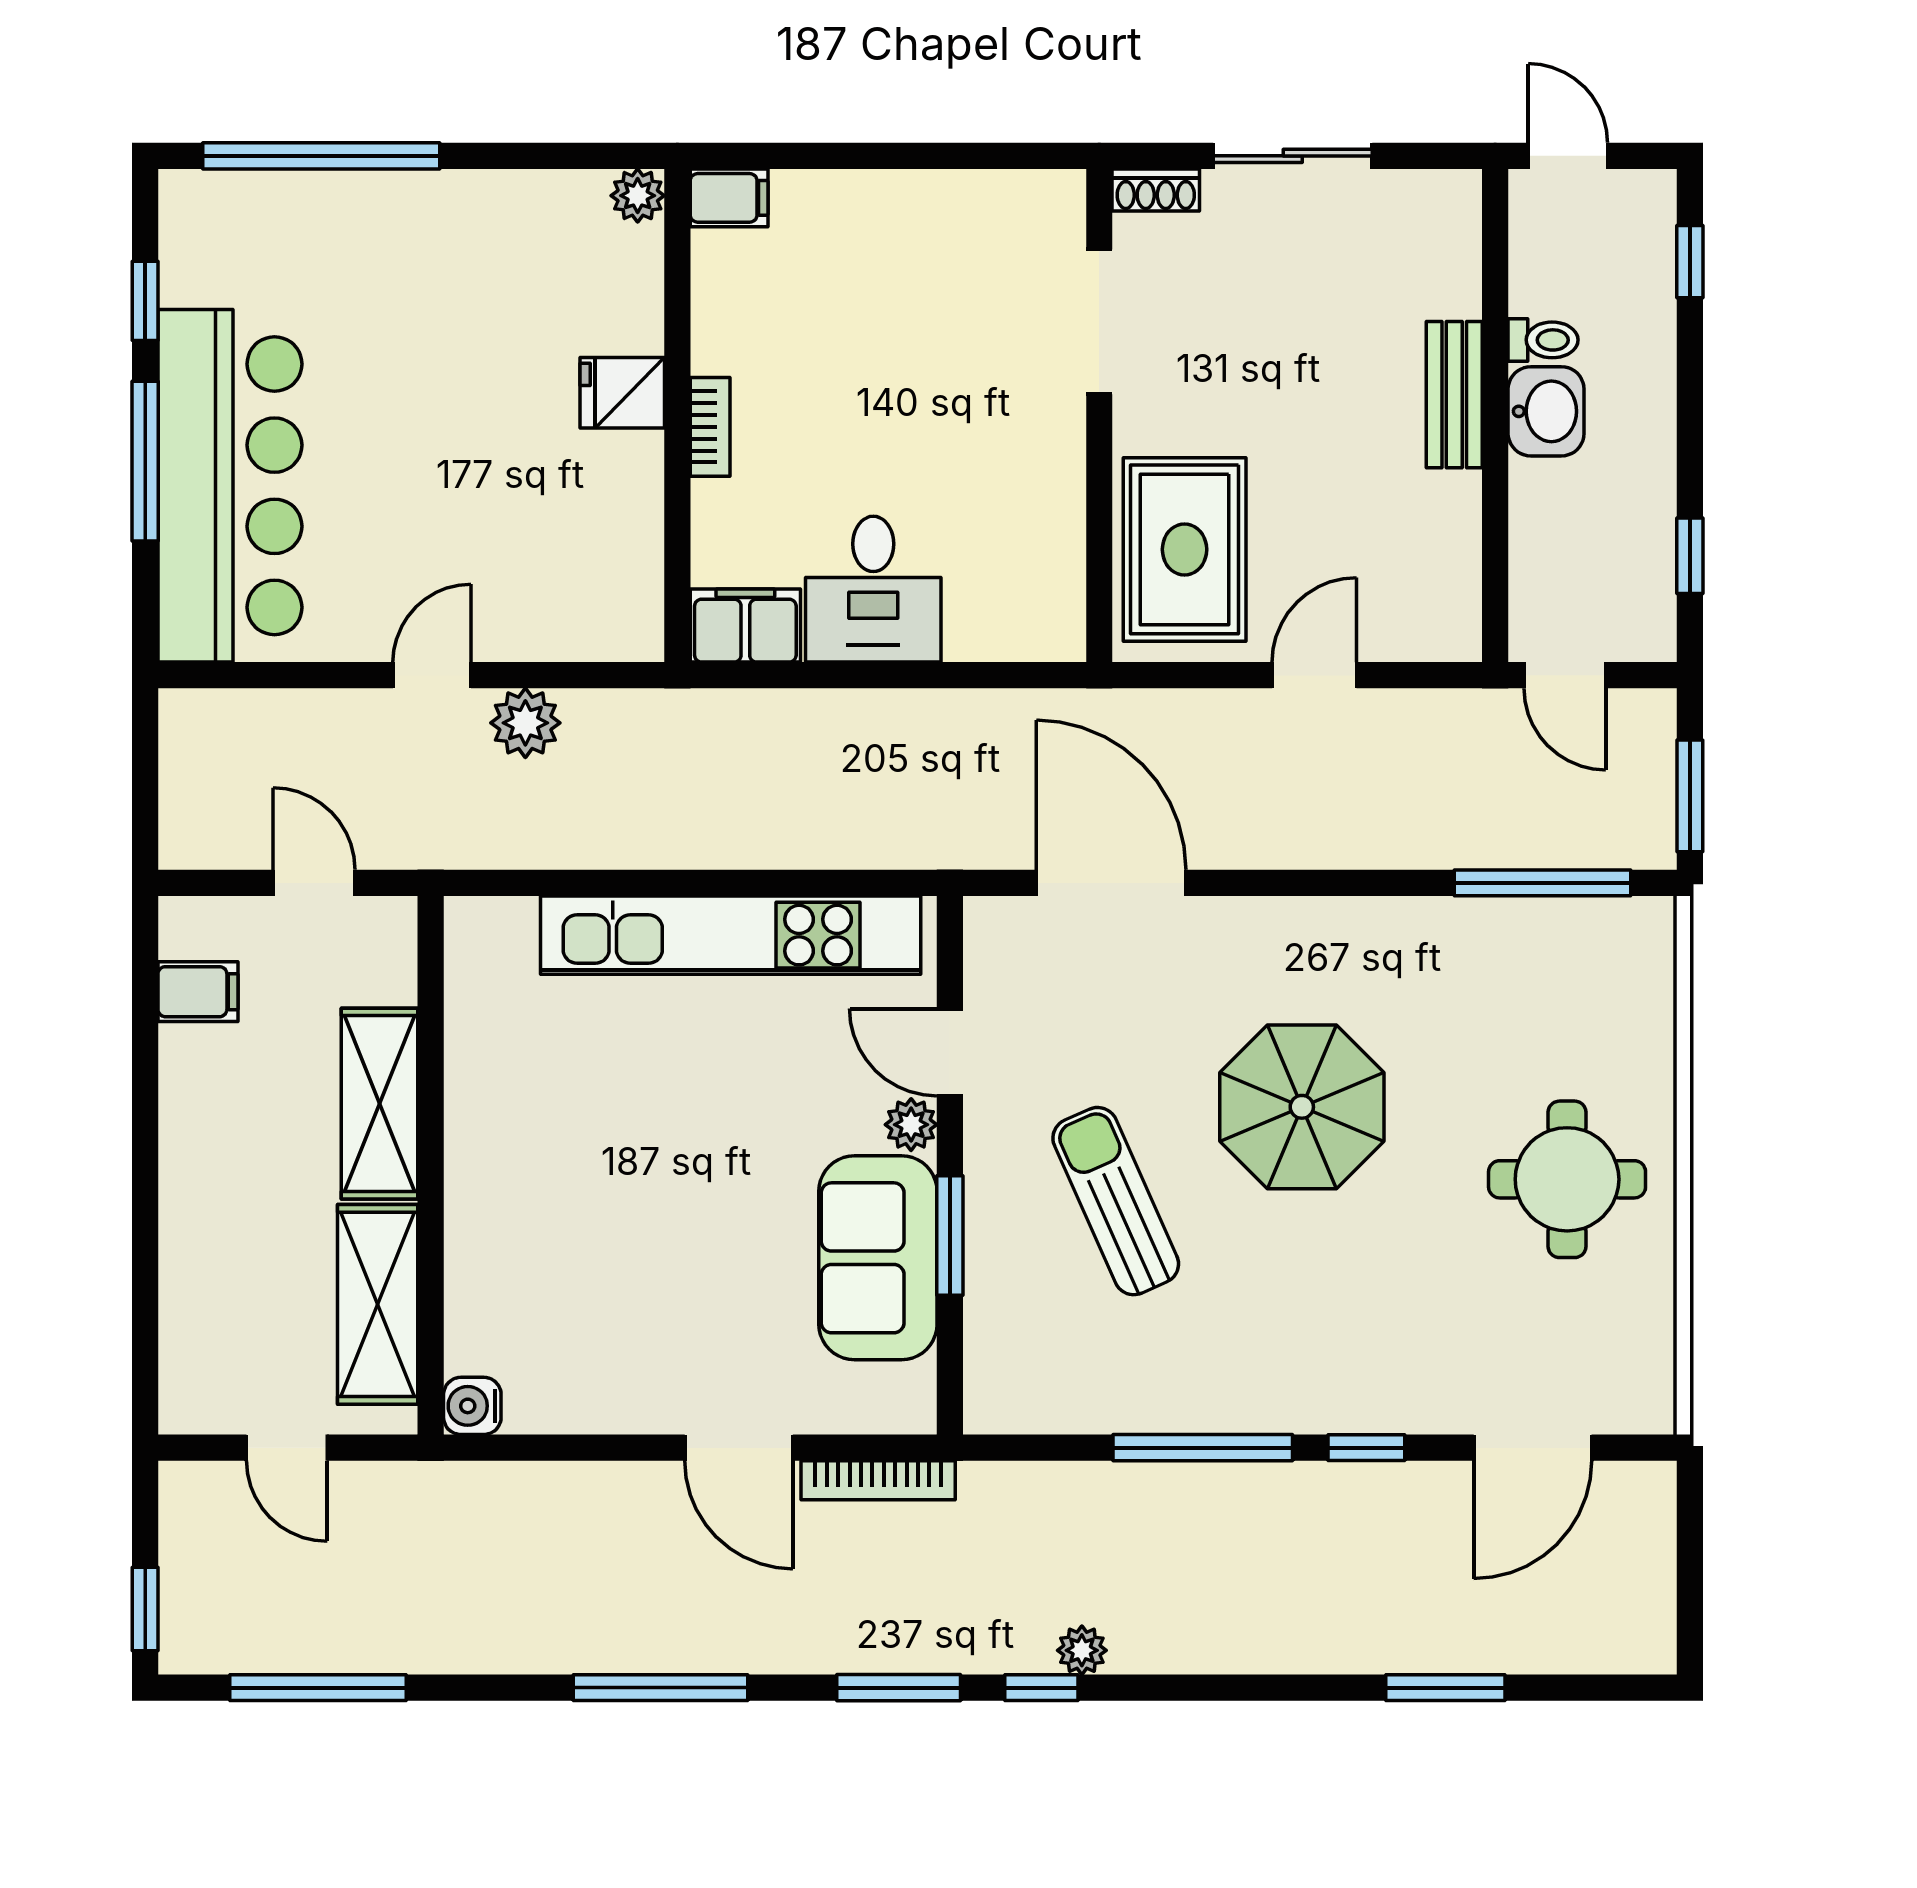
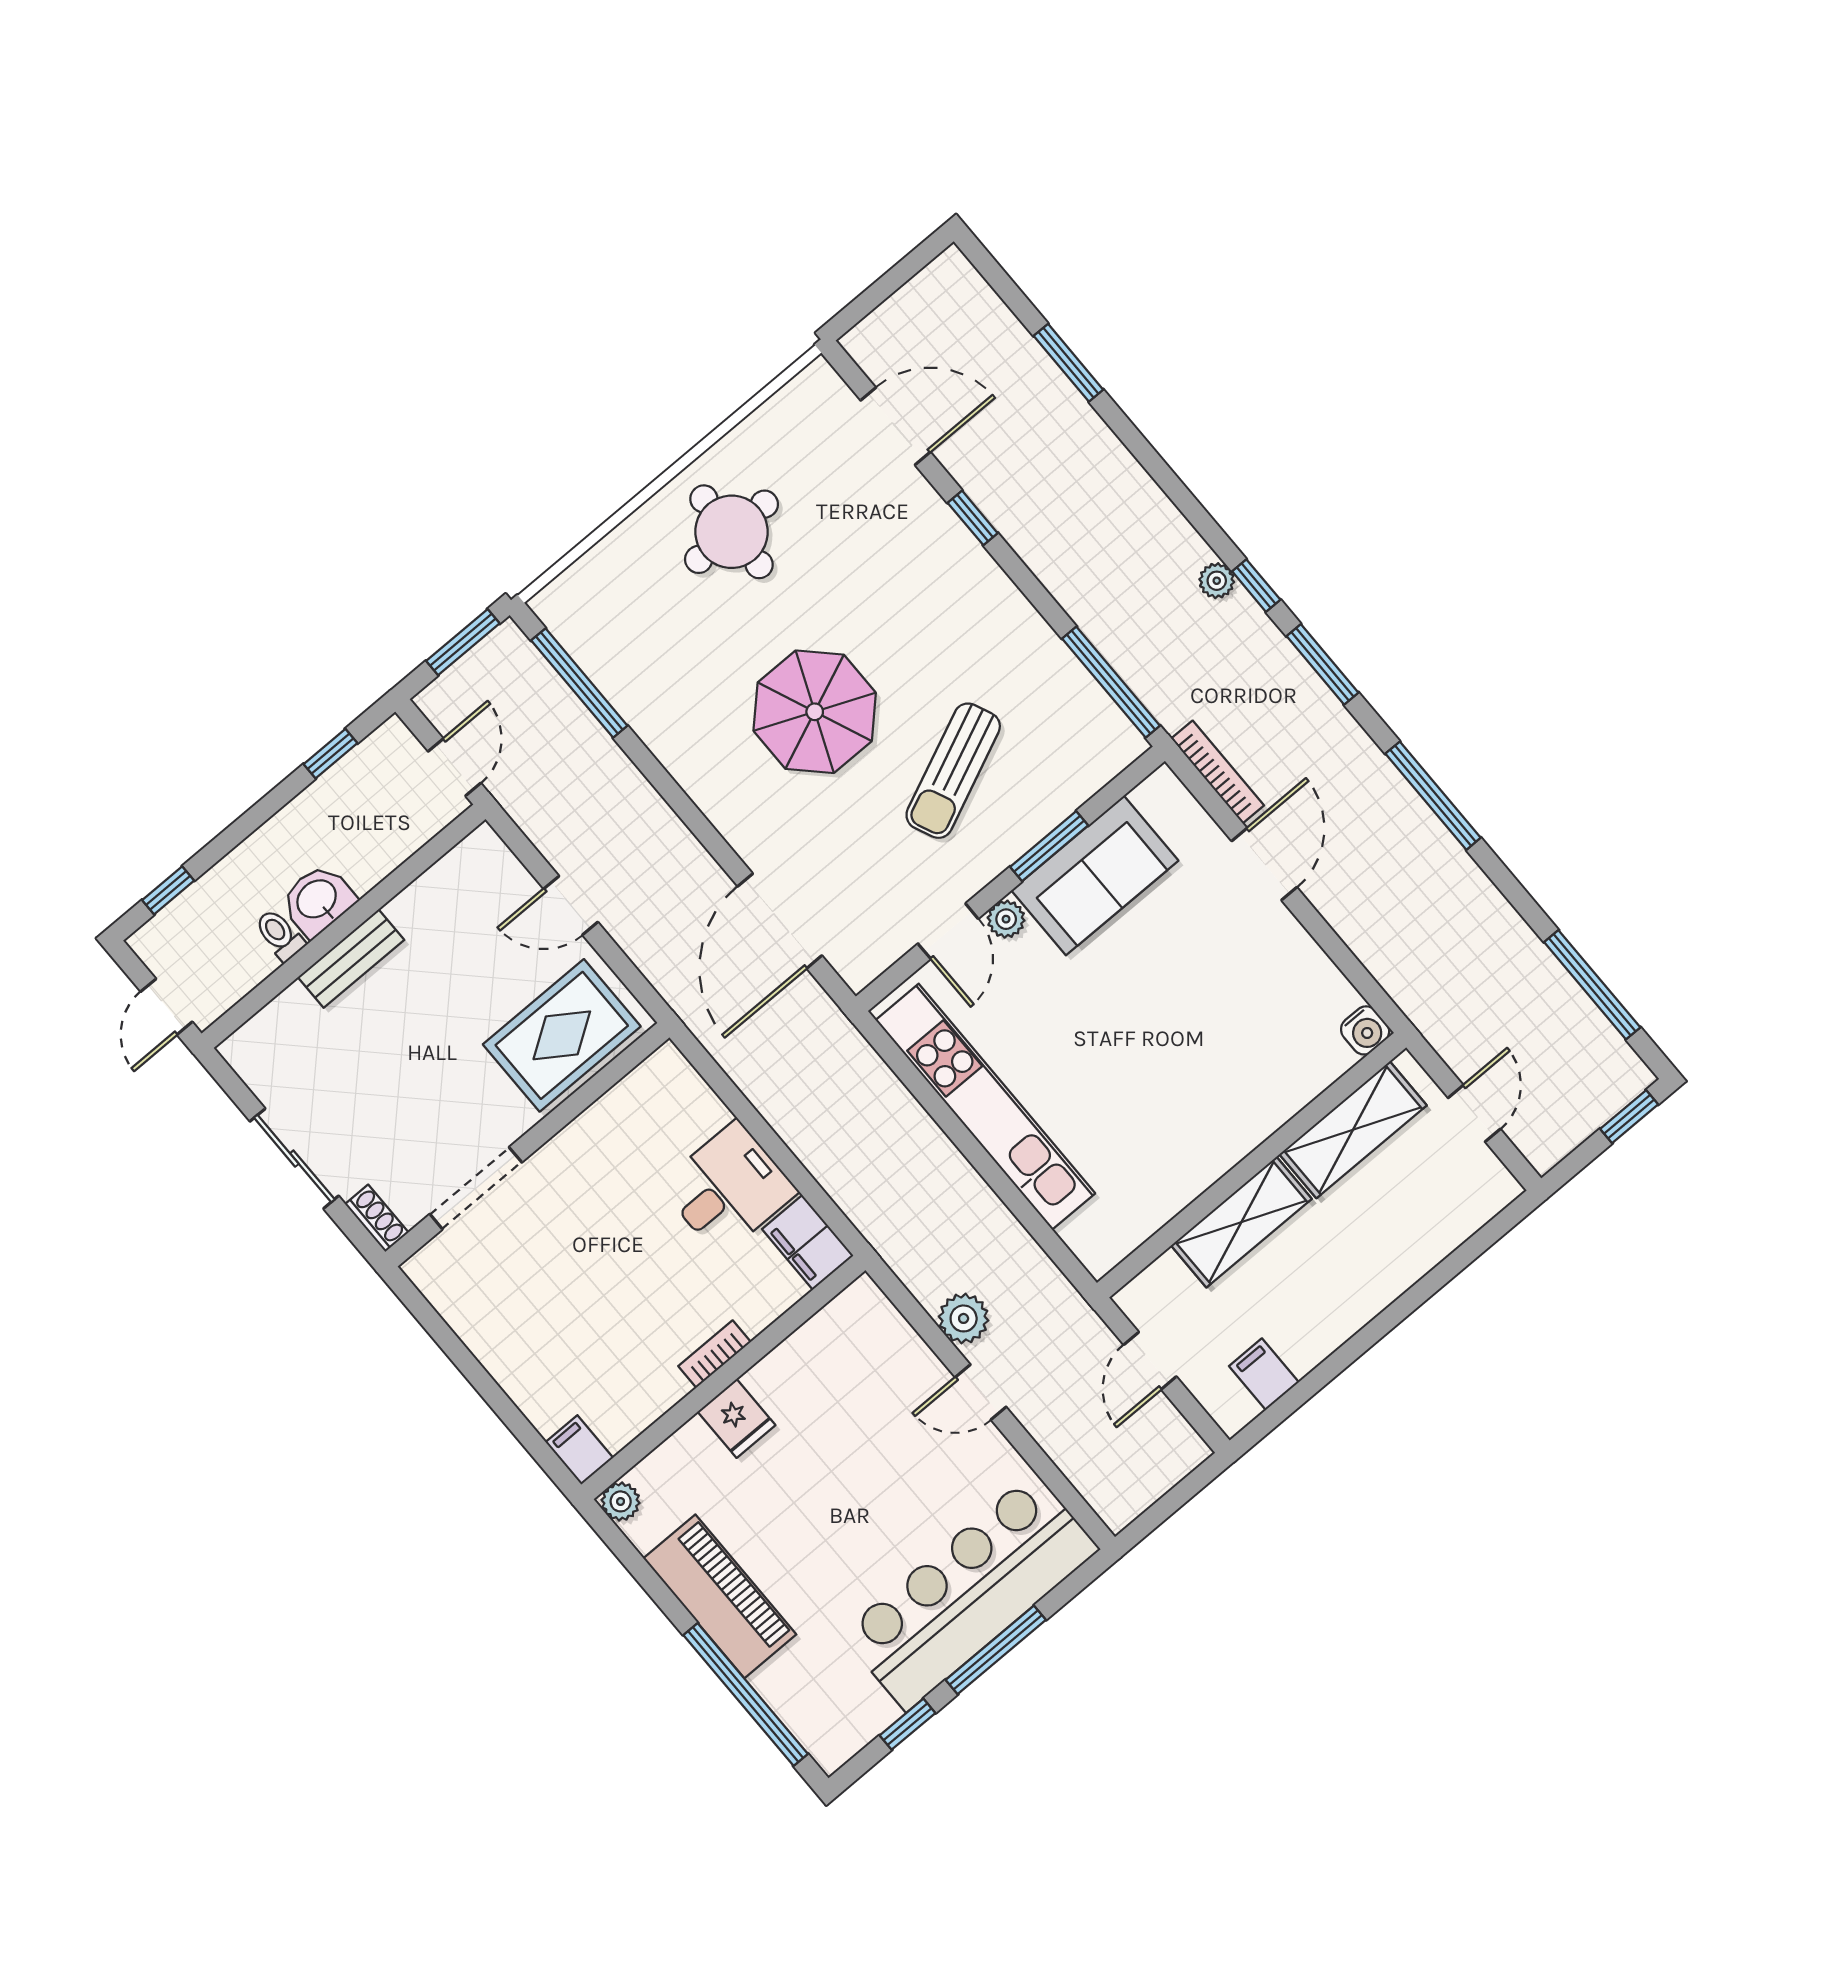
piano: (448, 216) -> (720, 1596), added
window: (1203, 1448) -> (1111, 682), moved

